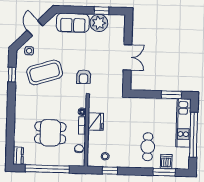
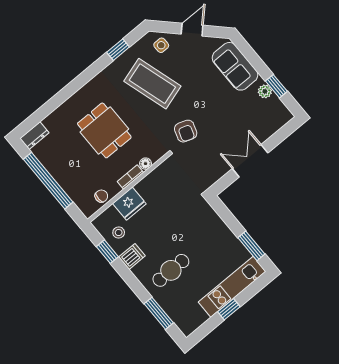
plant: (99, 23) -> (265, 91), width x0.53, depth x0.53
double door: (128, 57) -> (250, 161), swing flipped
armchair: (84, 77) -> (186, 131), turned -71
fridge: (96, 122) -> (129, 204), moved
dining table: (50, 133) -> (104, 130), moved
window: (194, 135) -> (229, 309), width x0.32
dishwasher: (166, 161) -> (132, 256), moved

